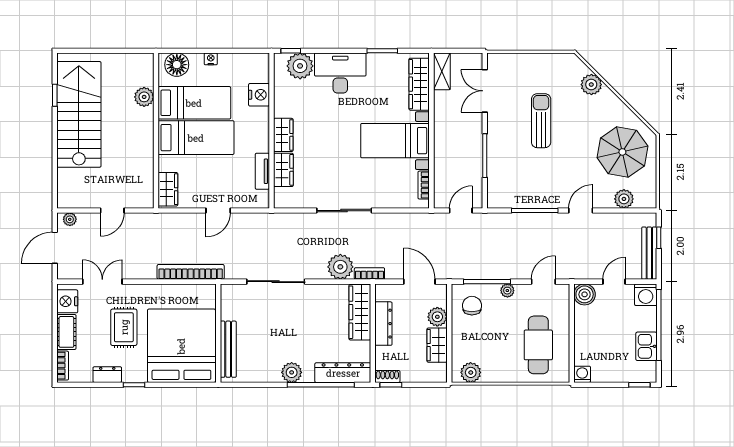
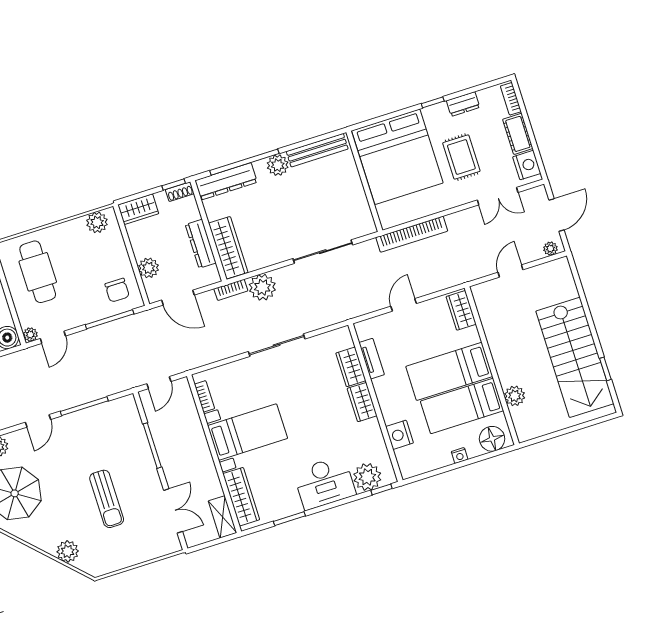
plant: (507, 291) -> (30, 335), moved
wardrobe: (437, 345) -> (138, 209), moved, turned 90
bench: (228, 349) -> (317, 150), moved, turned 90

